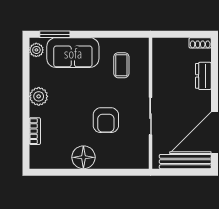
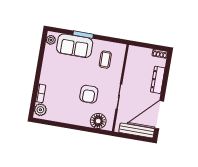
window: (55, 34) -> (83, 35), moved
dresser: (203, 76) -> (158, 80), width x1.44
plant: (39, 96) -> (40, 110), moved
floor lamp: (83, 157) -> (98, 121), moved

